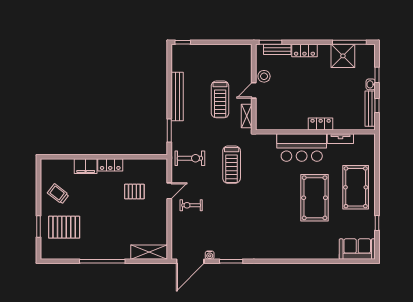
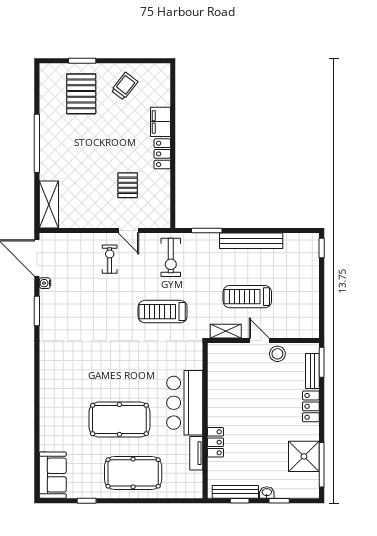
locker: (321, 124) -> (216, 442), moved

